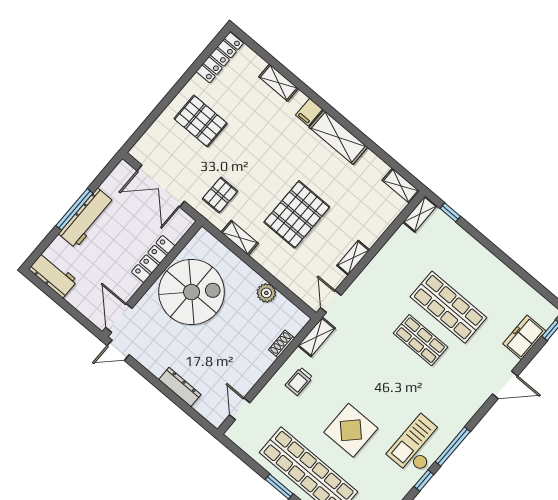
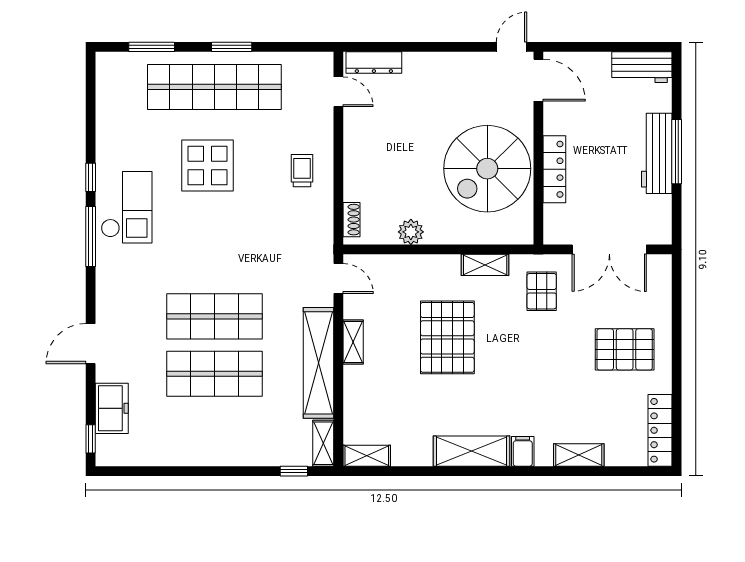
double door: (161, 186) -> (609, 249), swing flipped
shelving: (317, 337) -> (318, 363), moved, width x2.20, depth x1.33
shop shelf: (420, 340) -> (214, 316), width x1.43, depth x1.36
shoe rack: (282, 344) -> (352, 220), moved
dresser: (180, 387) -> (374, 63), moved

